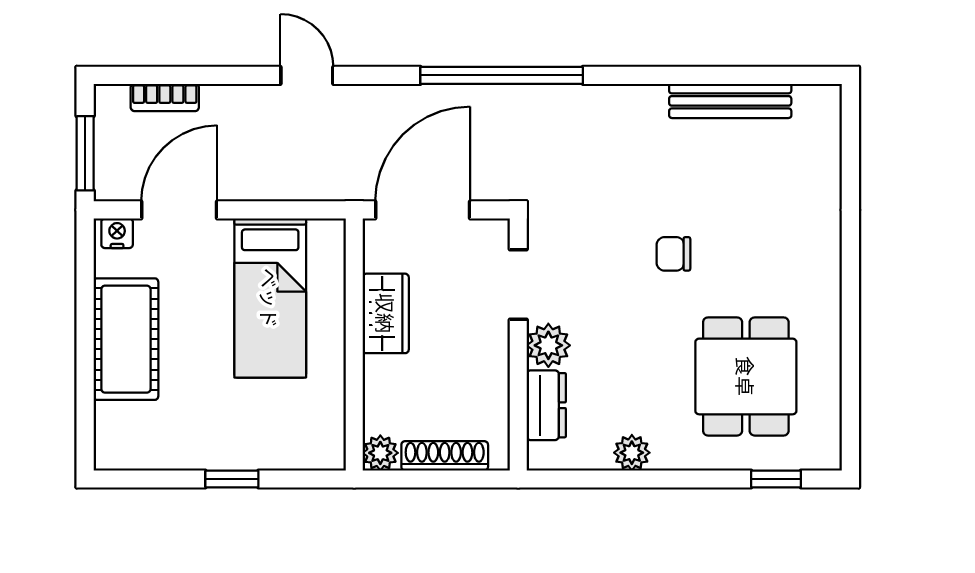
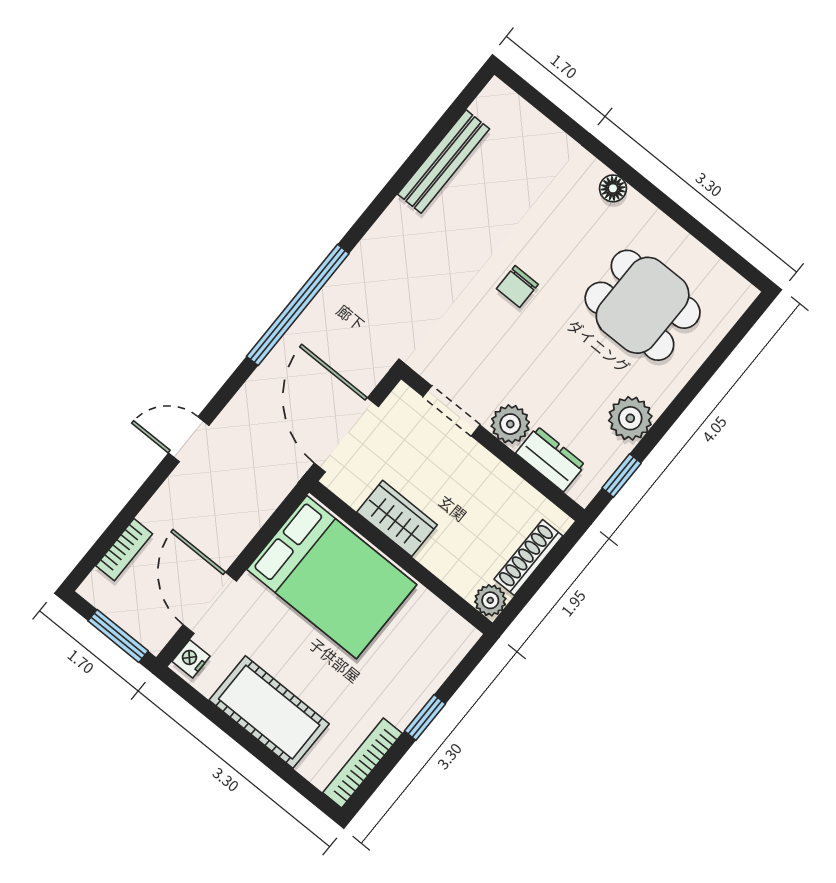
floor lamp: (827, 268) -> (613, 188), added
bed: (270, 298) -> (332, 577), width x1.50
plant: (632, 453) -> (630, 418), width x1.38, depth x1.38
bookcase: (148, 457) -> (363, 763), added
window: (776, 479) -> (622, 476), moved

